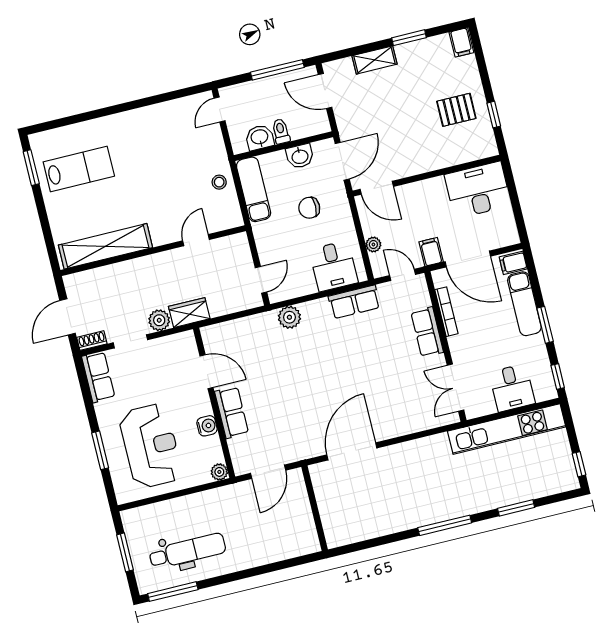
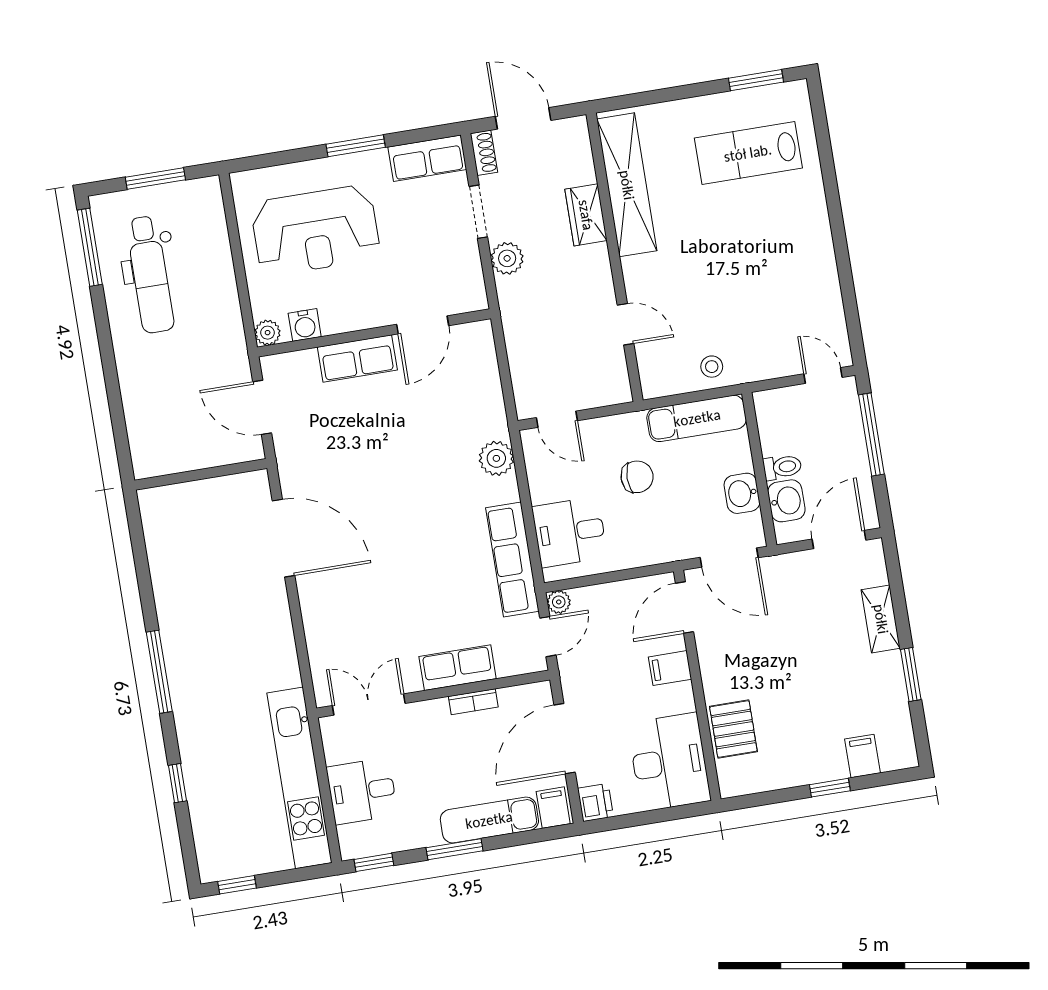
filing cabinet: (461, 42) -> (862, 756), moved, turned 90
window: (277, 70) -> (871, 434), moved
pallet: (456, 110) -> (733, 729), moved
window: (494, 115) -> (830, 788), moved
washbasin: (260, 137) -> (786, 501), moved
lab bench: (79, 169) -> (748, 153), turned 90
chair: (309, 208) -> (637, 477), moved, turned 90
printer: (508, 236) -> (595, 802), added
plant: (373, 244) -> (559, 602), moved
filing cabinet: (431, 252) -> (670, 668), moved, turned 180
row of seats: (354, 302) -> (512, 560), width x1.48
bookcase: (446, 312) -> (473, 702), width x0.64
wardrobe: (189, 313) -> (586, 215), moved, turned 180
water cooler: (207, 426) -> (305, 325), moved
window: (100, 450) -> (356, 146), moved
window: (516, 508) -> (178, 783), width x0.67

